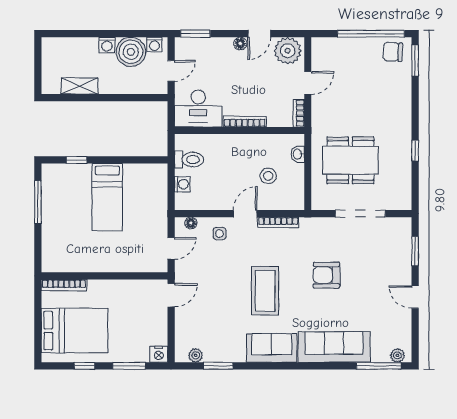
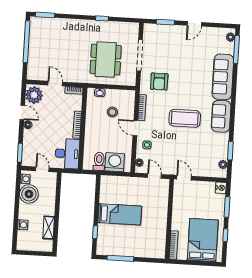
washing machine: (107, 45) -> (23, 225), moved
chair: (393, 52) -> (39, 29), removed
washing machine: (182, 184) -> (115, 162), width x1.89, depth x1.89
armchair: (327, 275) -> (159, 82), moved

